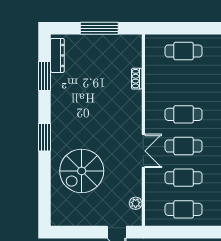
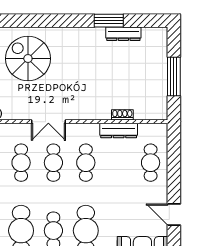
dresser: (57, 55) -> (123, 34), moved
window: (45, 76) -> (109, 21), moved
dresser: (152, 82) -> (119, 131), added
window: (45, 137) -> (62, 21), removed

